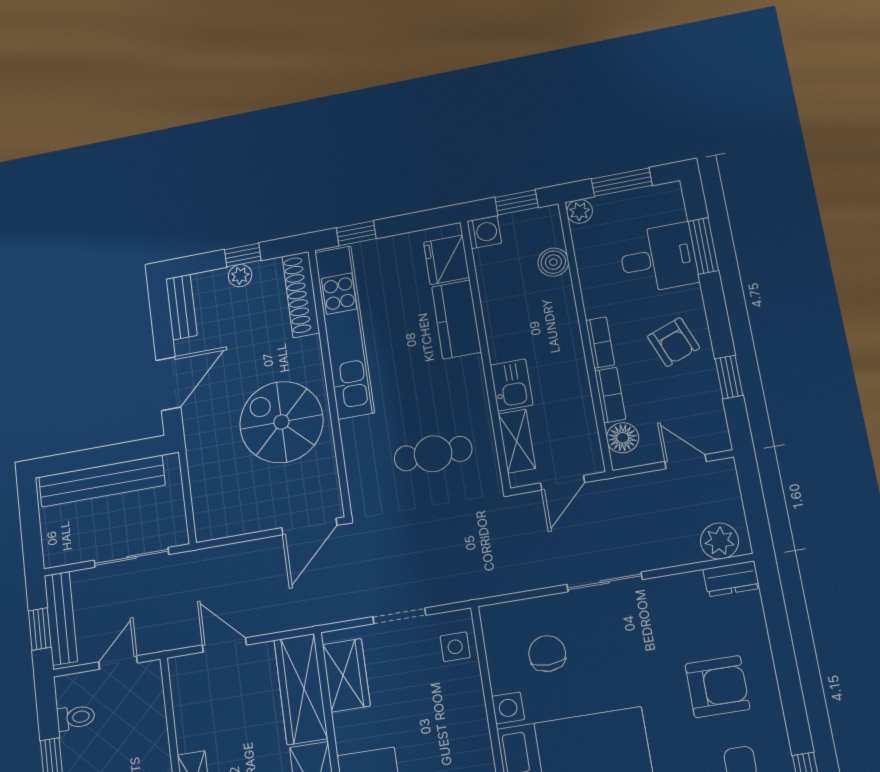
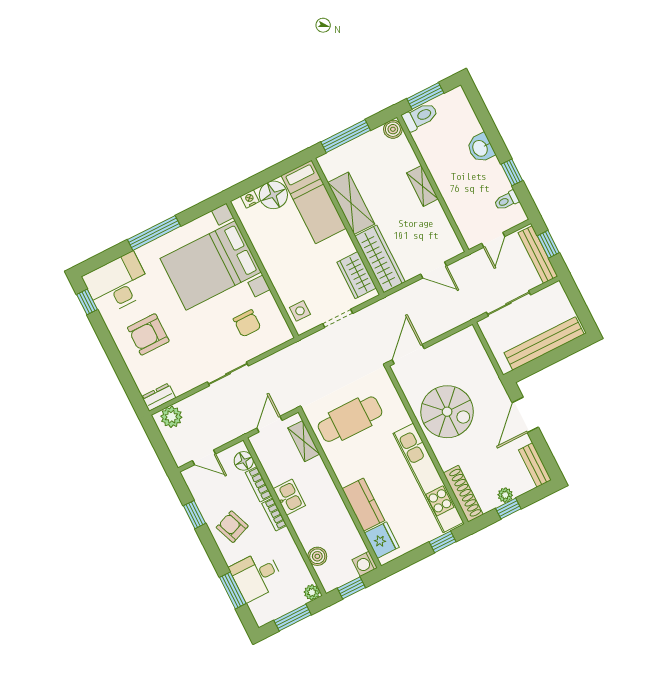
kitchen sink: (511, 385) -> (289, 497), moved, turned 180
cafe table: (433, 454) -> (350, 419), width x1.37, depth x1.35

